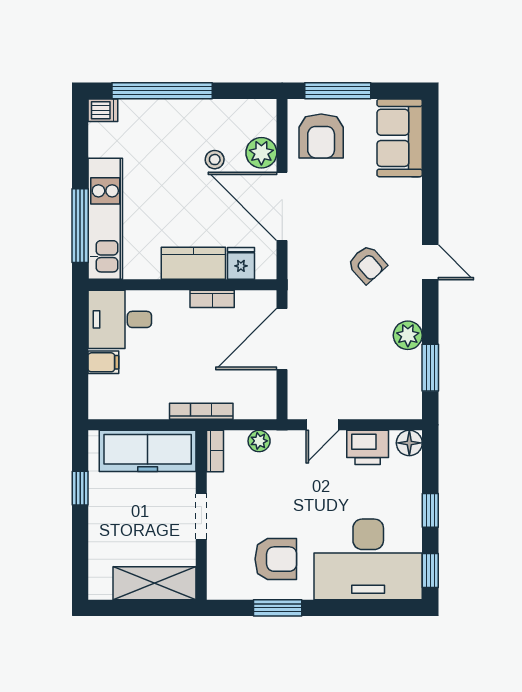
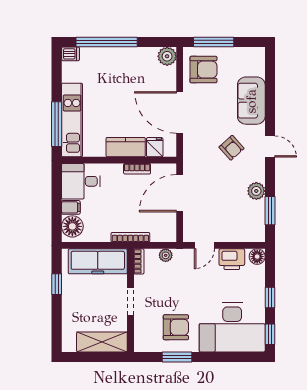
armchair: (321, 136) -> (203, 70), turned -90
sofa: (400, 138) -> (251, 101), moved
plant: (261, 153) -> (167, 56), moved
stool: (215, 160) -> (139, 84), removed
floor lamp: (106, 393) -> (72, 226), added

